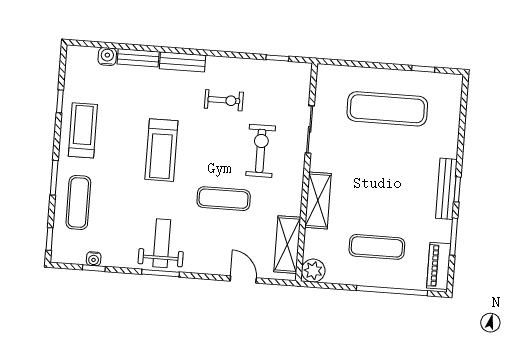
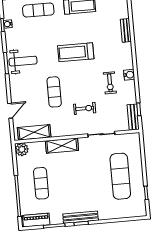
water cooler: (107, 56) -> (129, 75), moved
bench: (183, 62) -> (133, 117), moved
exercise bike: (261, 151) -> (85, 108), width x0.73, depth x0.72

